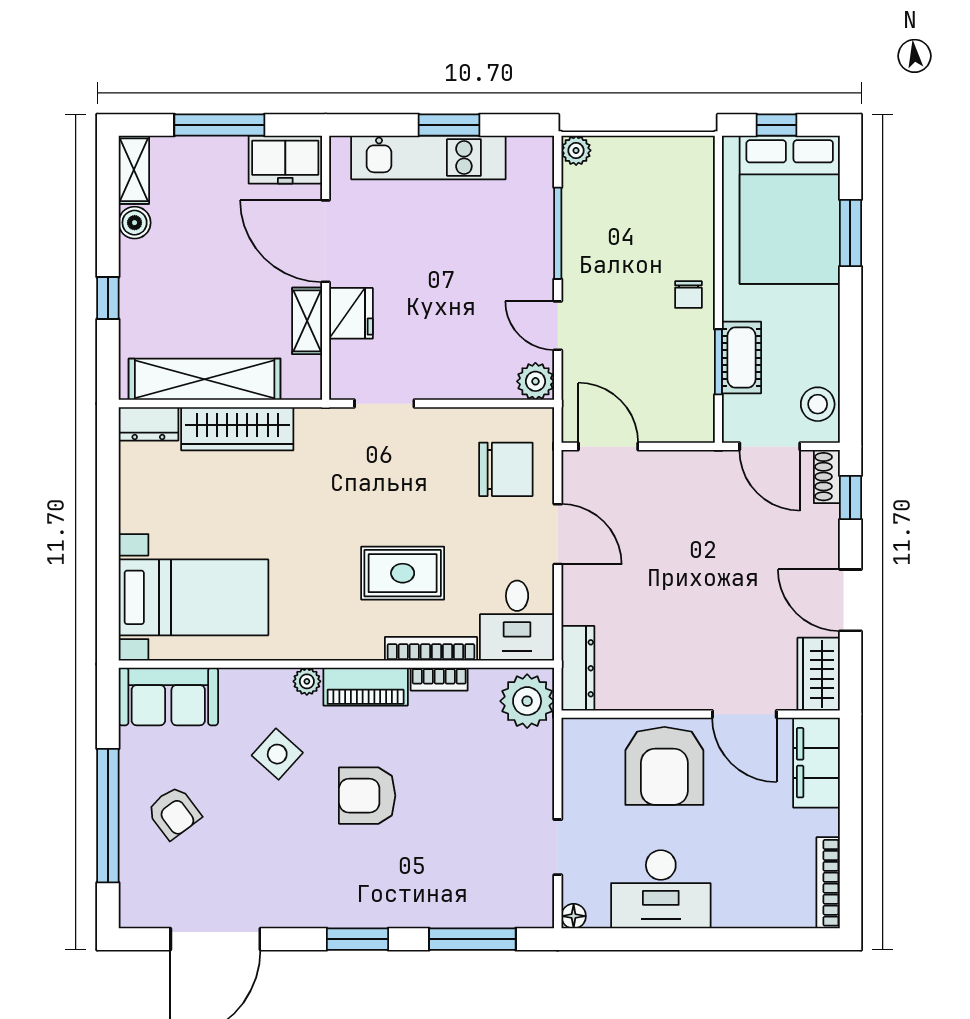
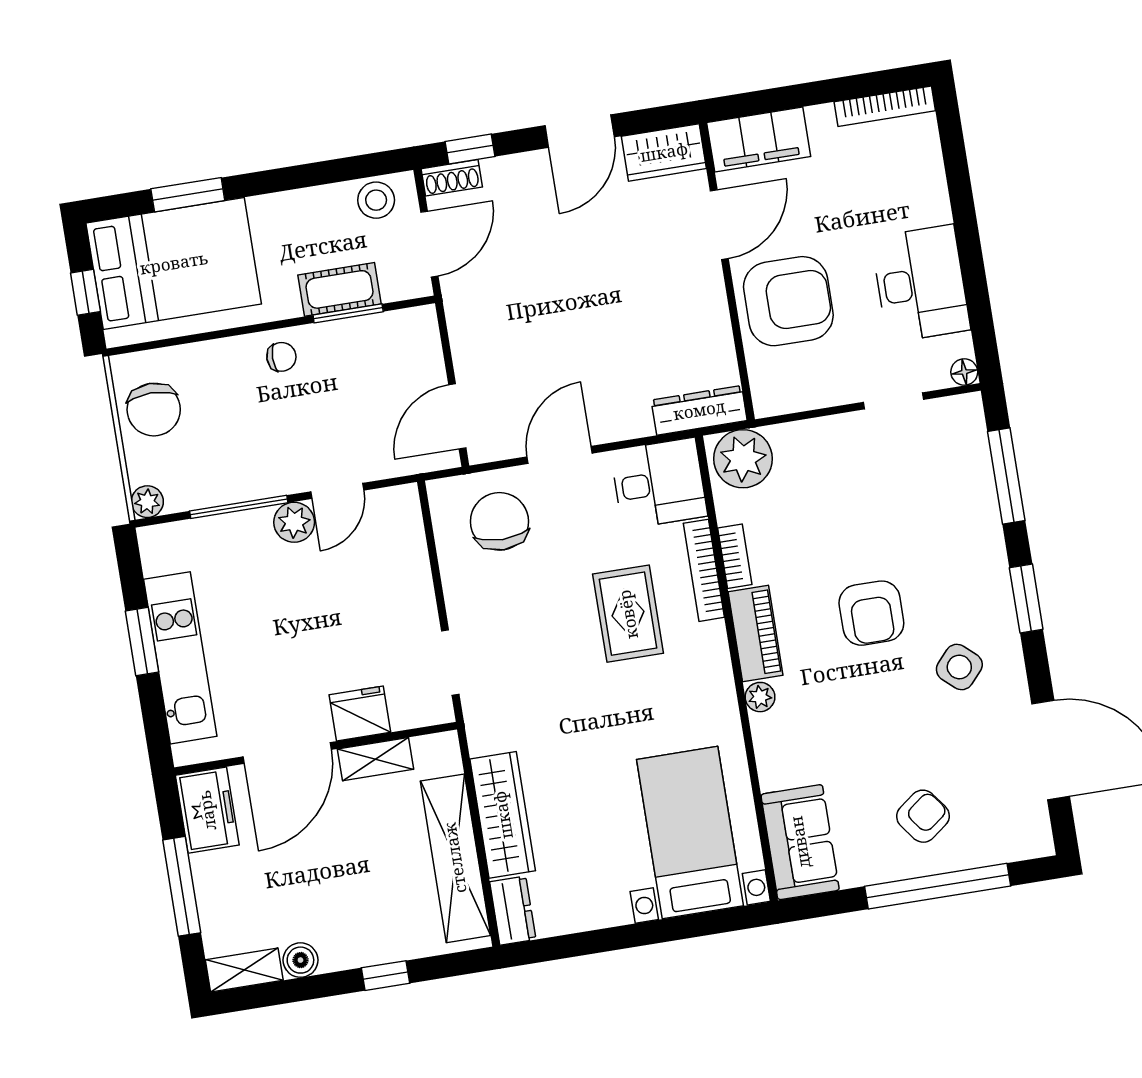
chair: (659, 170) -> (154, 410), added
plant: (535, 381) -> (294, 522), moved
side table: (277, 754) -> (959, 667), moved

